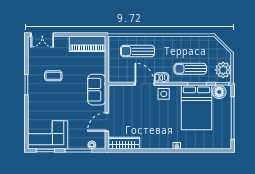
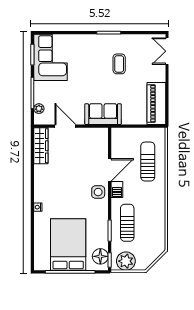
bed: (197, 107) -> (68, 245), moved, turned 90

